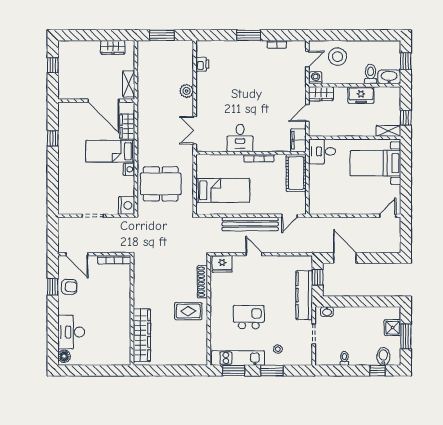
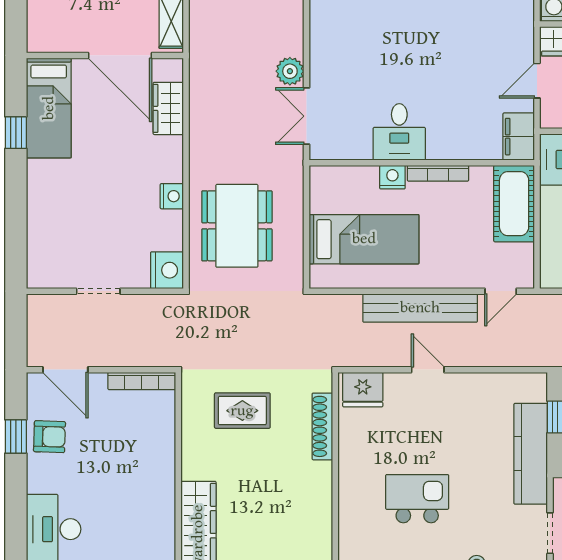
plant: (187, 91) -> (290, 71), moved
bed: (110, 151) -> (49, 108), moved, turned -90
nightstand: (237, 160) -> (392, 177), added
dining table: (161, 184) -> (237, 226), turned 90
rug: (188, 311) -> (242, 411), moved

